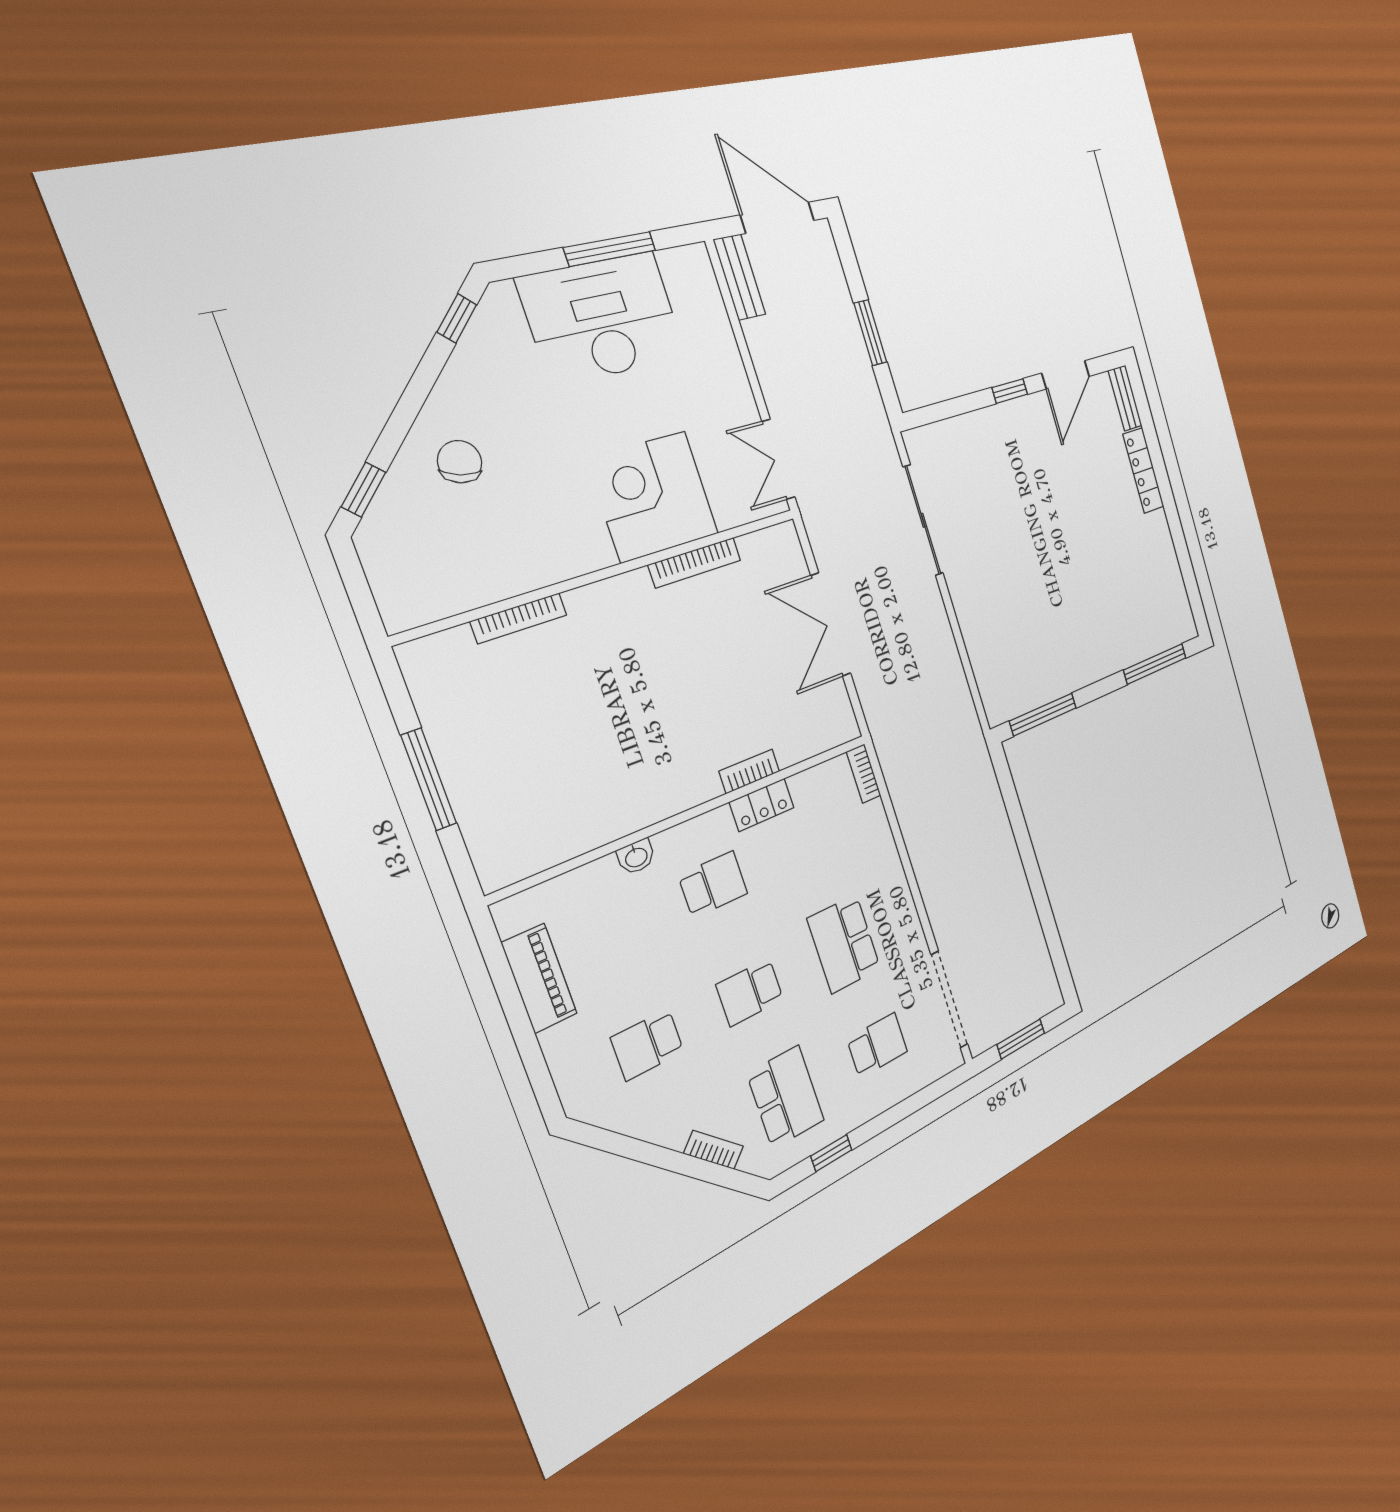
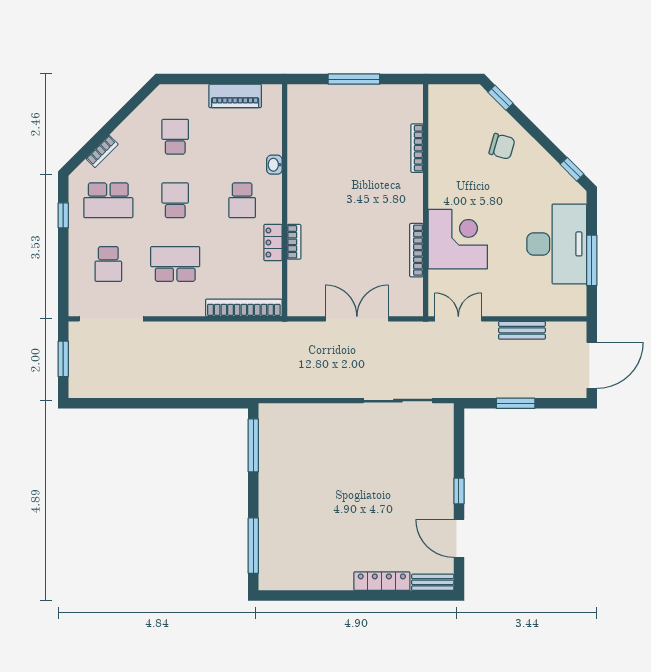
bench: (740, 277) -> (522, 330), moved
bookcase: (864, 774) -> (244, 308), width x2.31, depth x1.31

